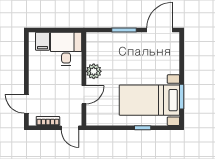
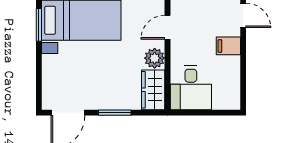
filing cabinet: (43, 41) -> (228, 46), moved, turned -90
wardrobe: (95, 47) -> (153, 90), added

